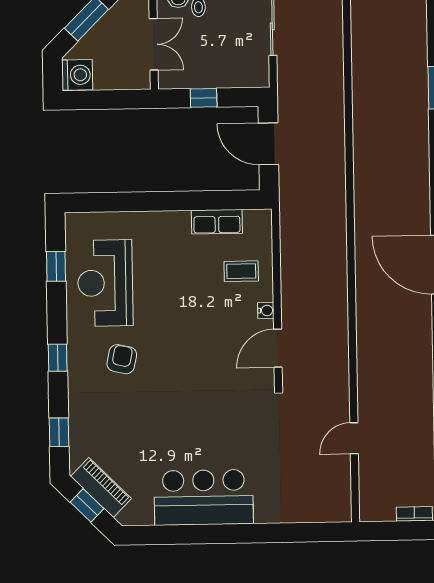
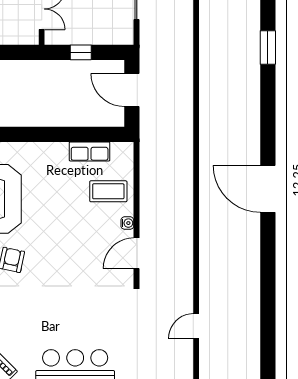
coffee table: (241, 271) -> (108, 191), width x1.36, depth x1.30

